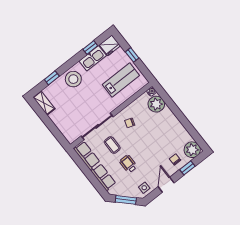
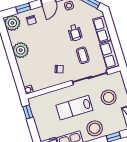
window: (132, 55) -> (28, 112), moved
lab bench: (121, 80) -> (74, 108), moved
plant: (156, 104) -> (21, 50), moved
stool: (72, 114) -> (109, 97), added

